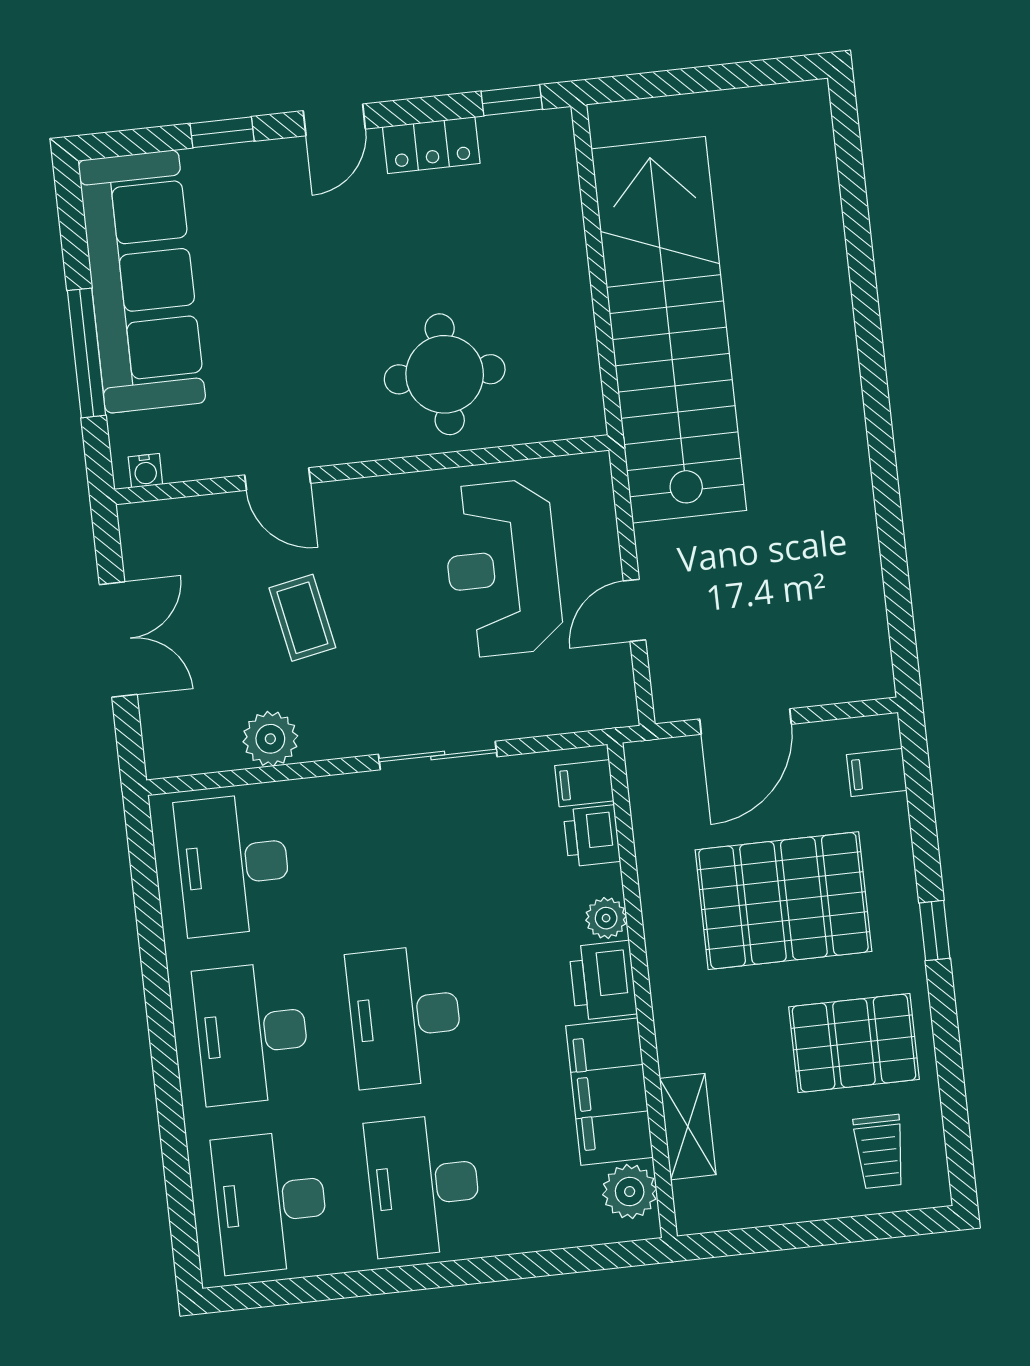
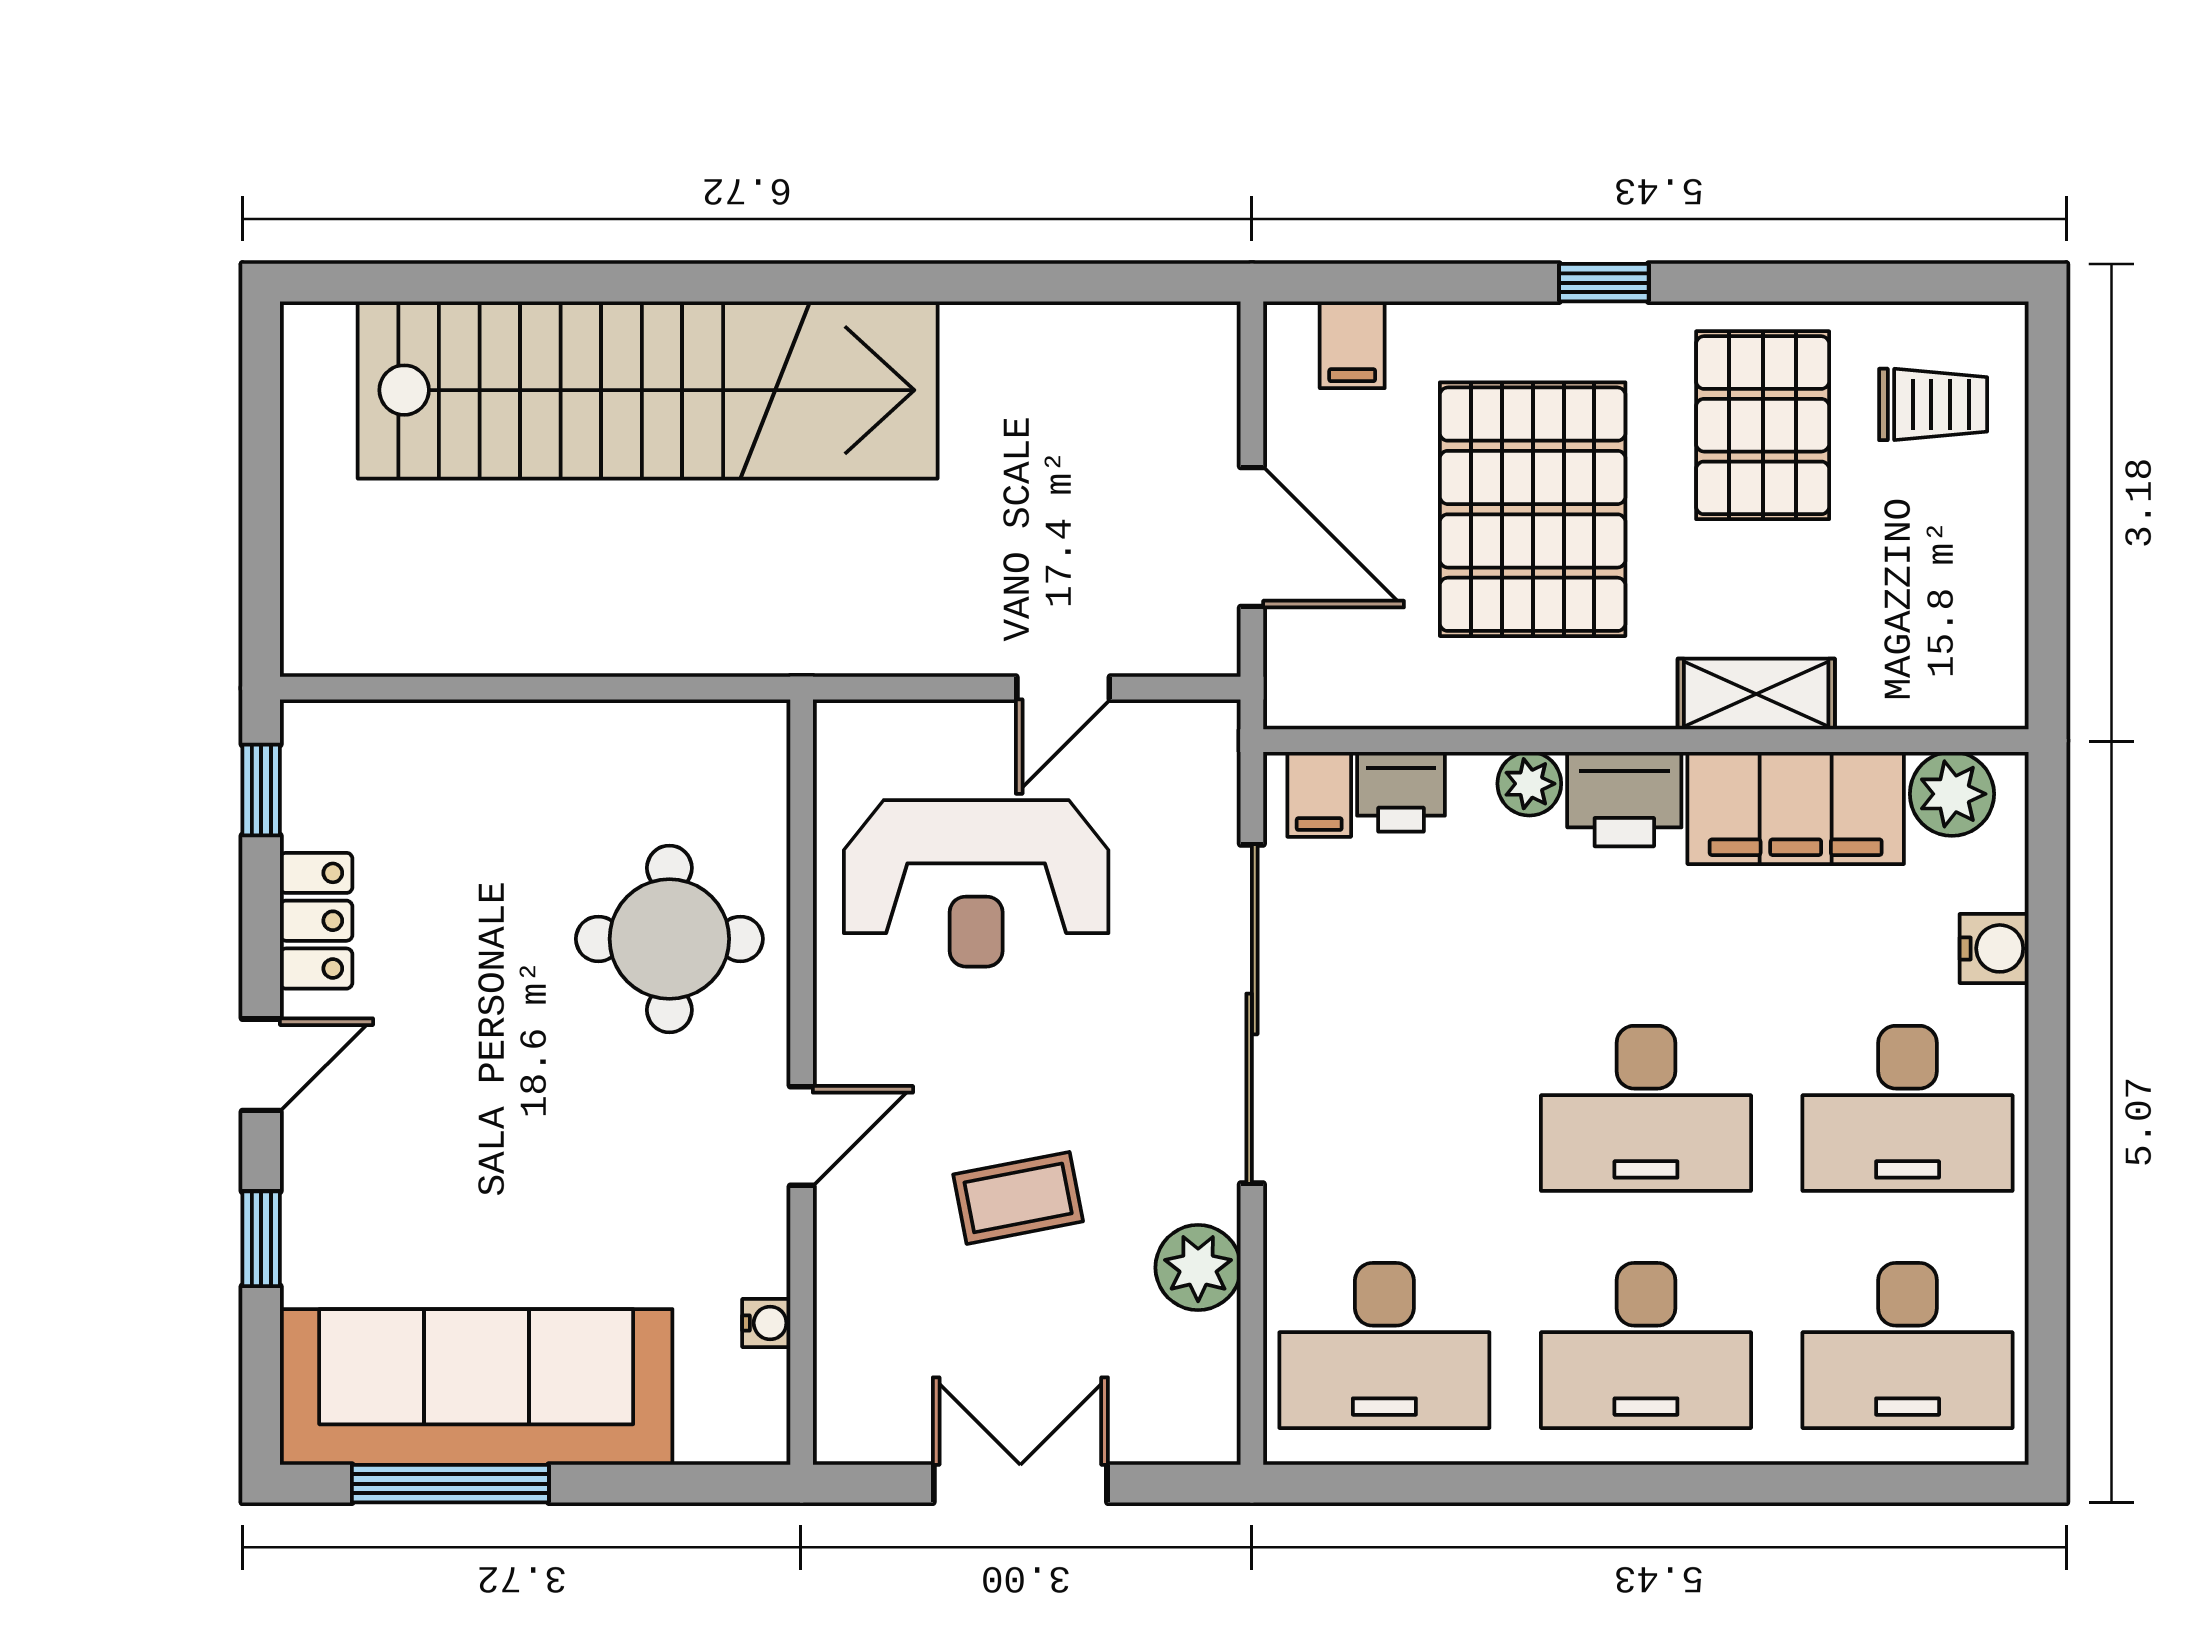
door: (334, 120) -> (261, 1065), hinge flipped
stairs: (669, 330) -> (648, 390), moved, turned 180
window: (87, 353) -> (450, 1484), moved
water cooler: (145, 471) -> (766, 1323), moved
door: (278, 479) -> (802, 1136), moved
door: (635, 610) -> (1063, 688), hinge flipped
sliding door: (438, 755) -> (1252, 1014), width x1.86
shelving: (688, 1127) -> (1756, 694), moved
water cooler: (533, 1230) -> (1994, 948), added

